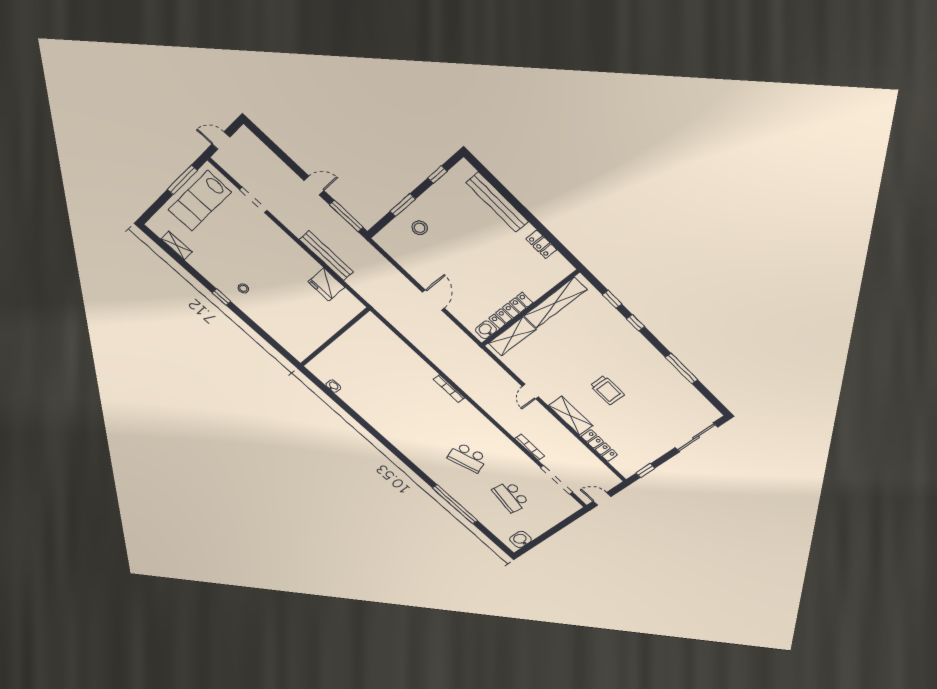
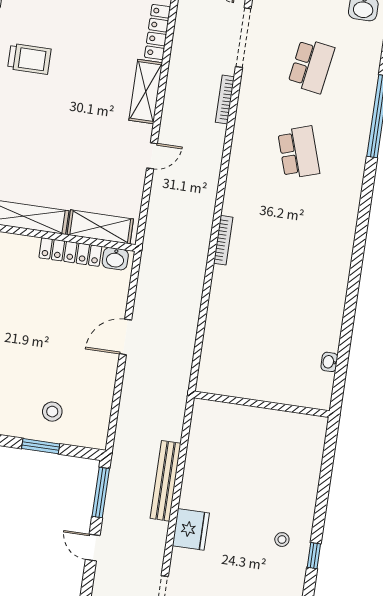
fridge: (326, 284) -> (191, 529), moved
trolley: (607, 390) -> (29, 59), moved, turned 90

